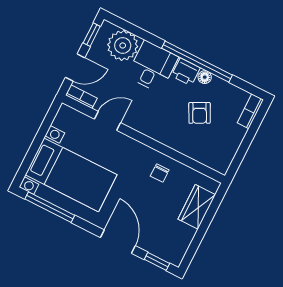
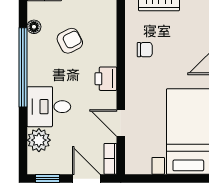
plant: (123, 45) -> (39, 140), width x0.73, depth x0.73
printer: (186, 72) -> (106, 79), moved, turned 180
floor lamp: (205, 77) -> (34, 27), moved

